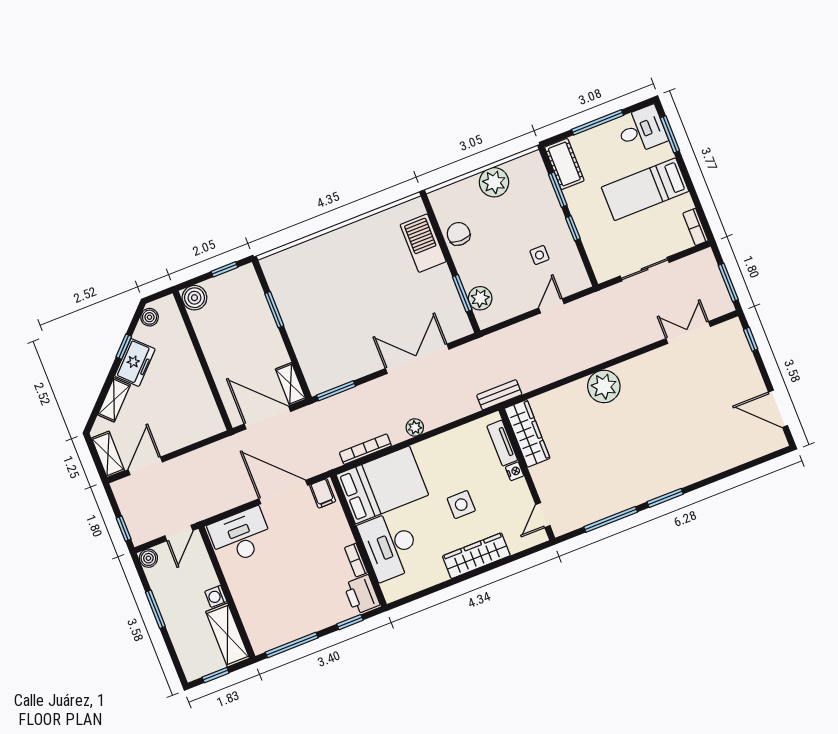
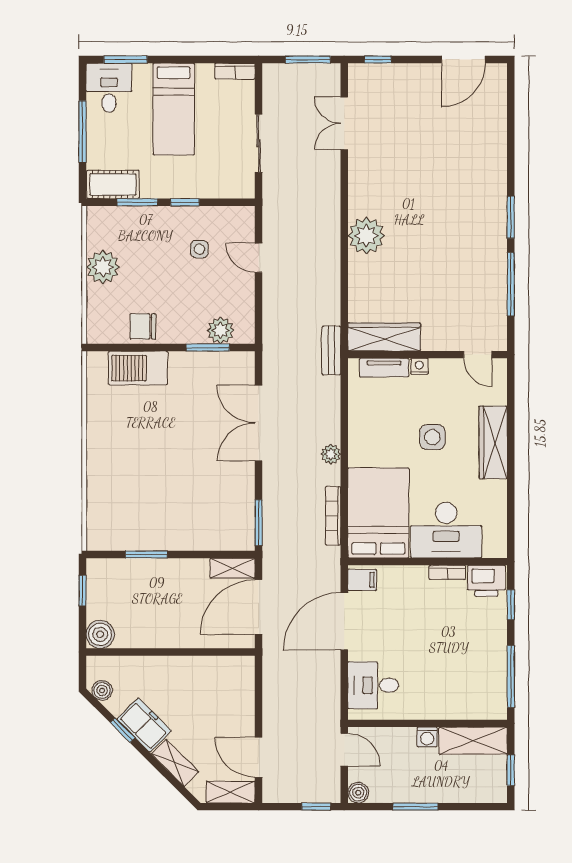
desk: (241, 536) -> (373, 685), width x0.73

